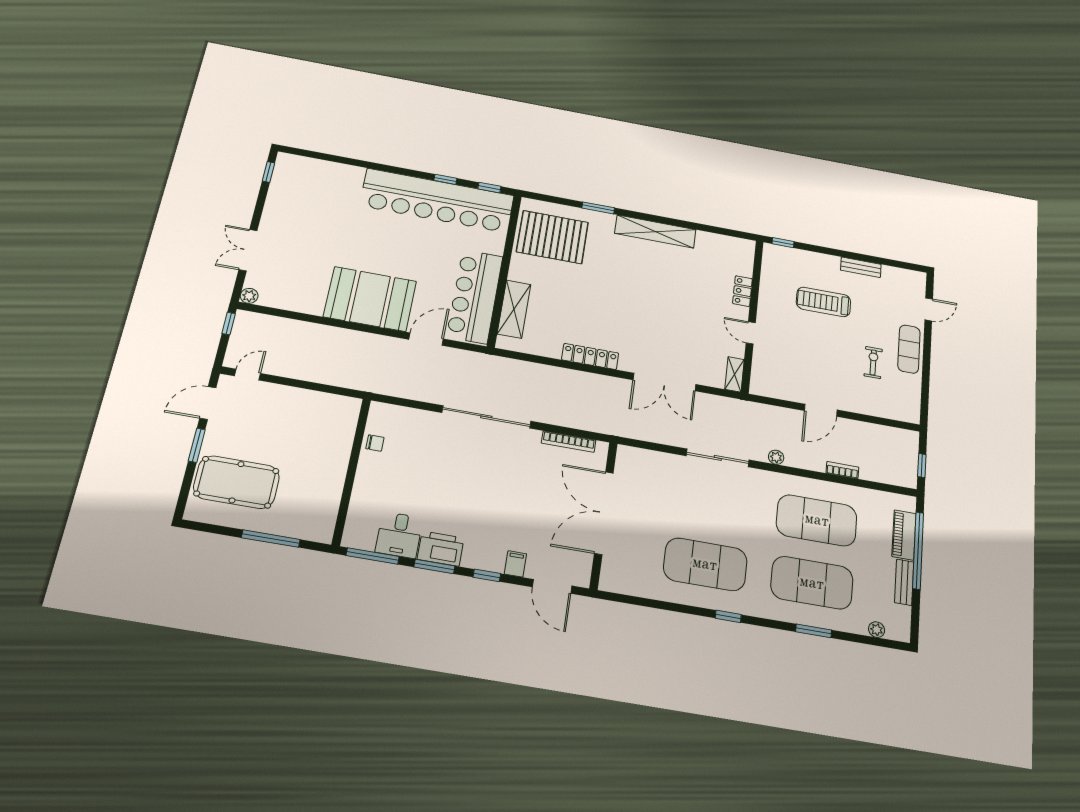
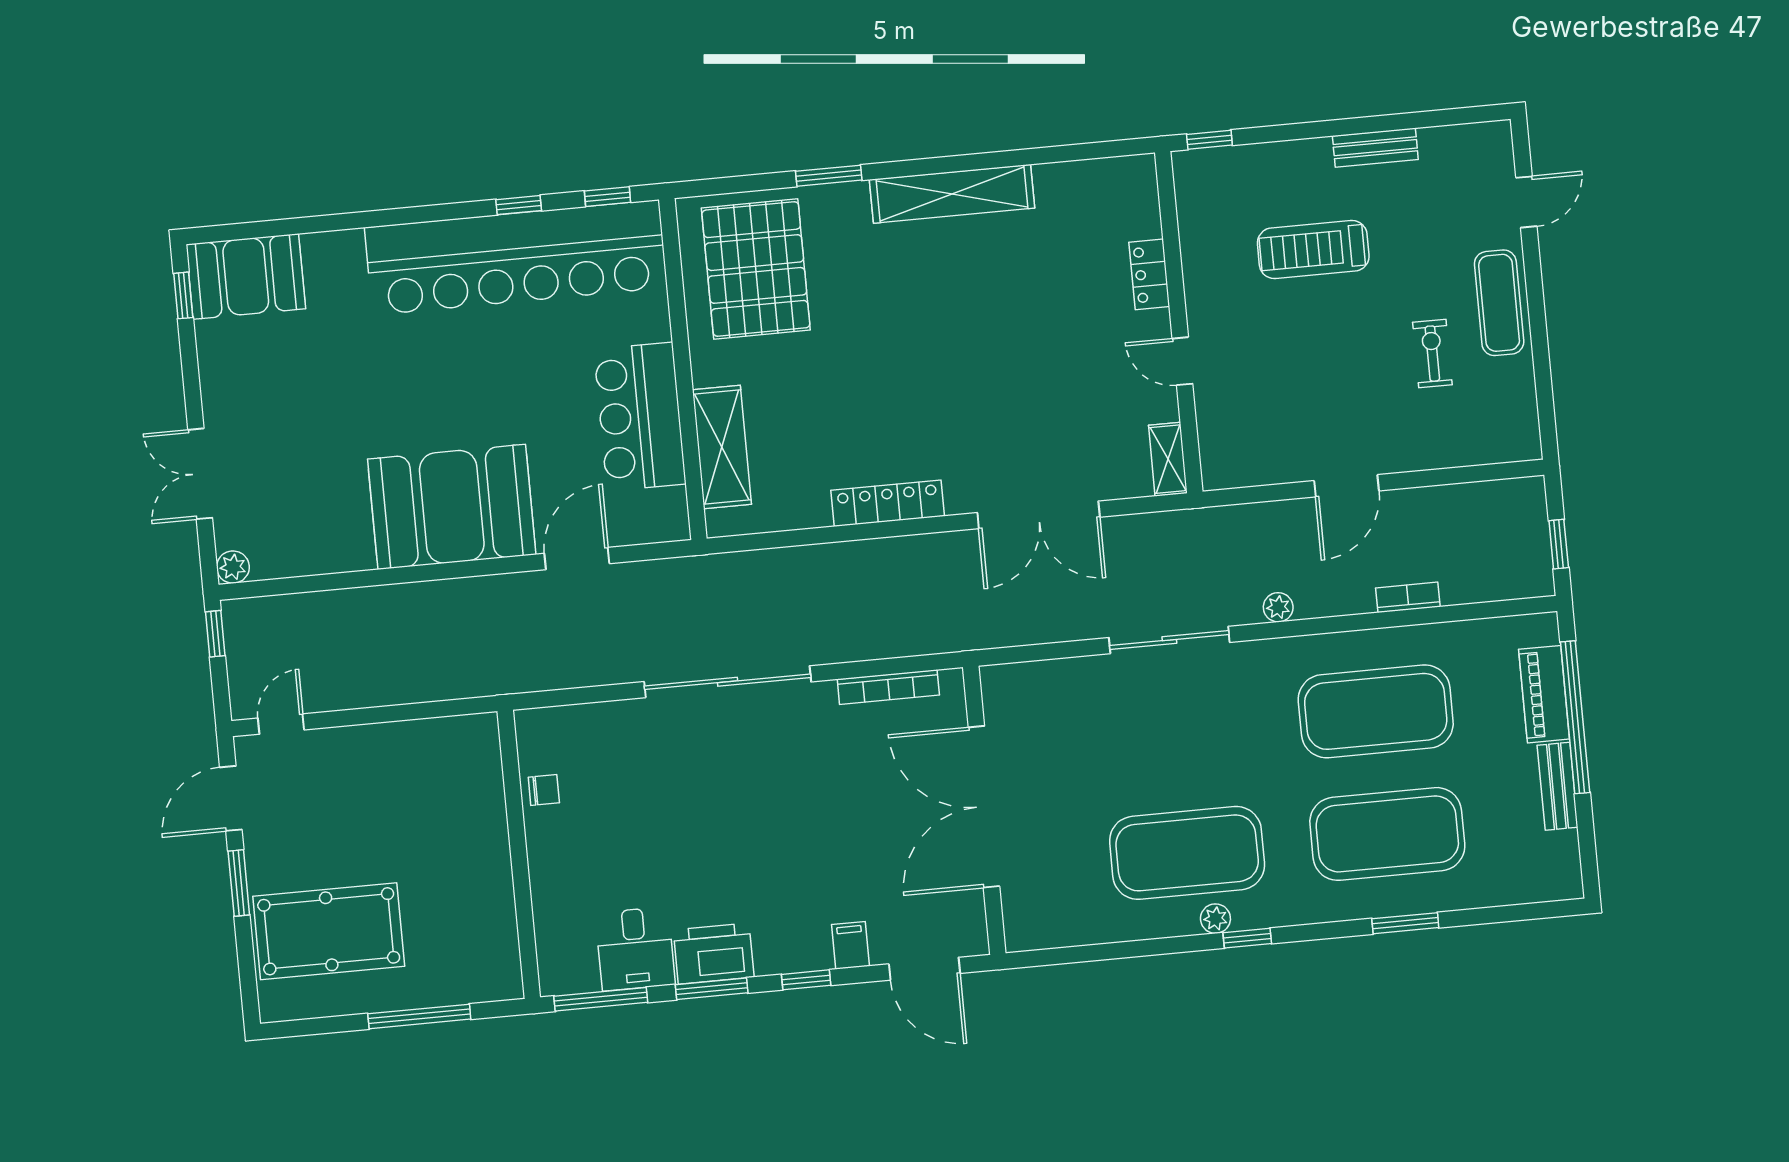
booth: (302, 173) -> (246, 276), added
pallet: (552, 237) -> (756, 269), turned 90
bar counter: (475, 296) -> (640, 417), width x0.73
plant: (877, 630) -> (1215, 919), moved

